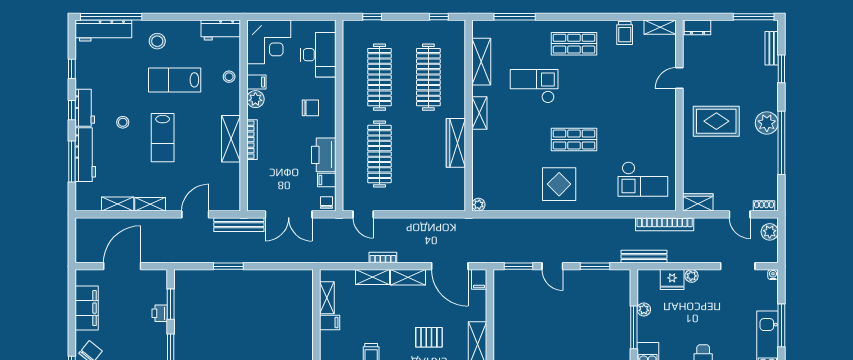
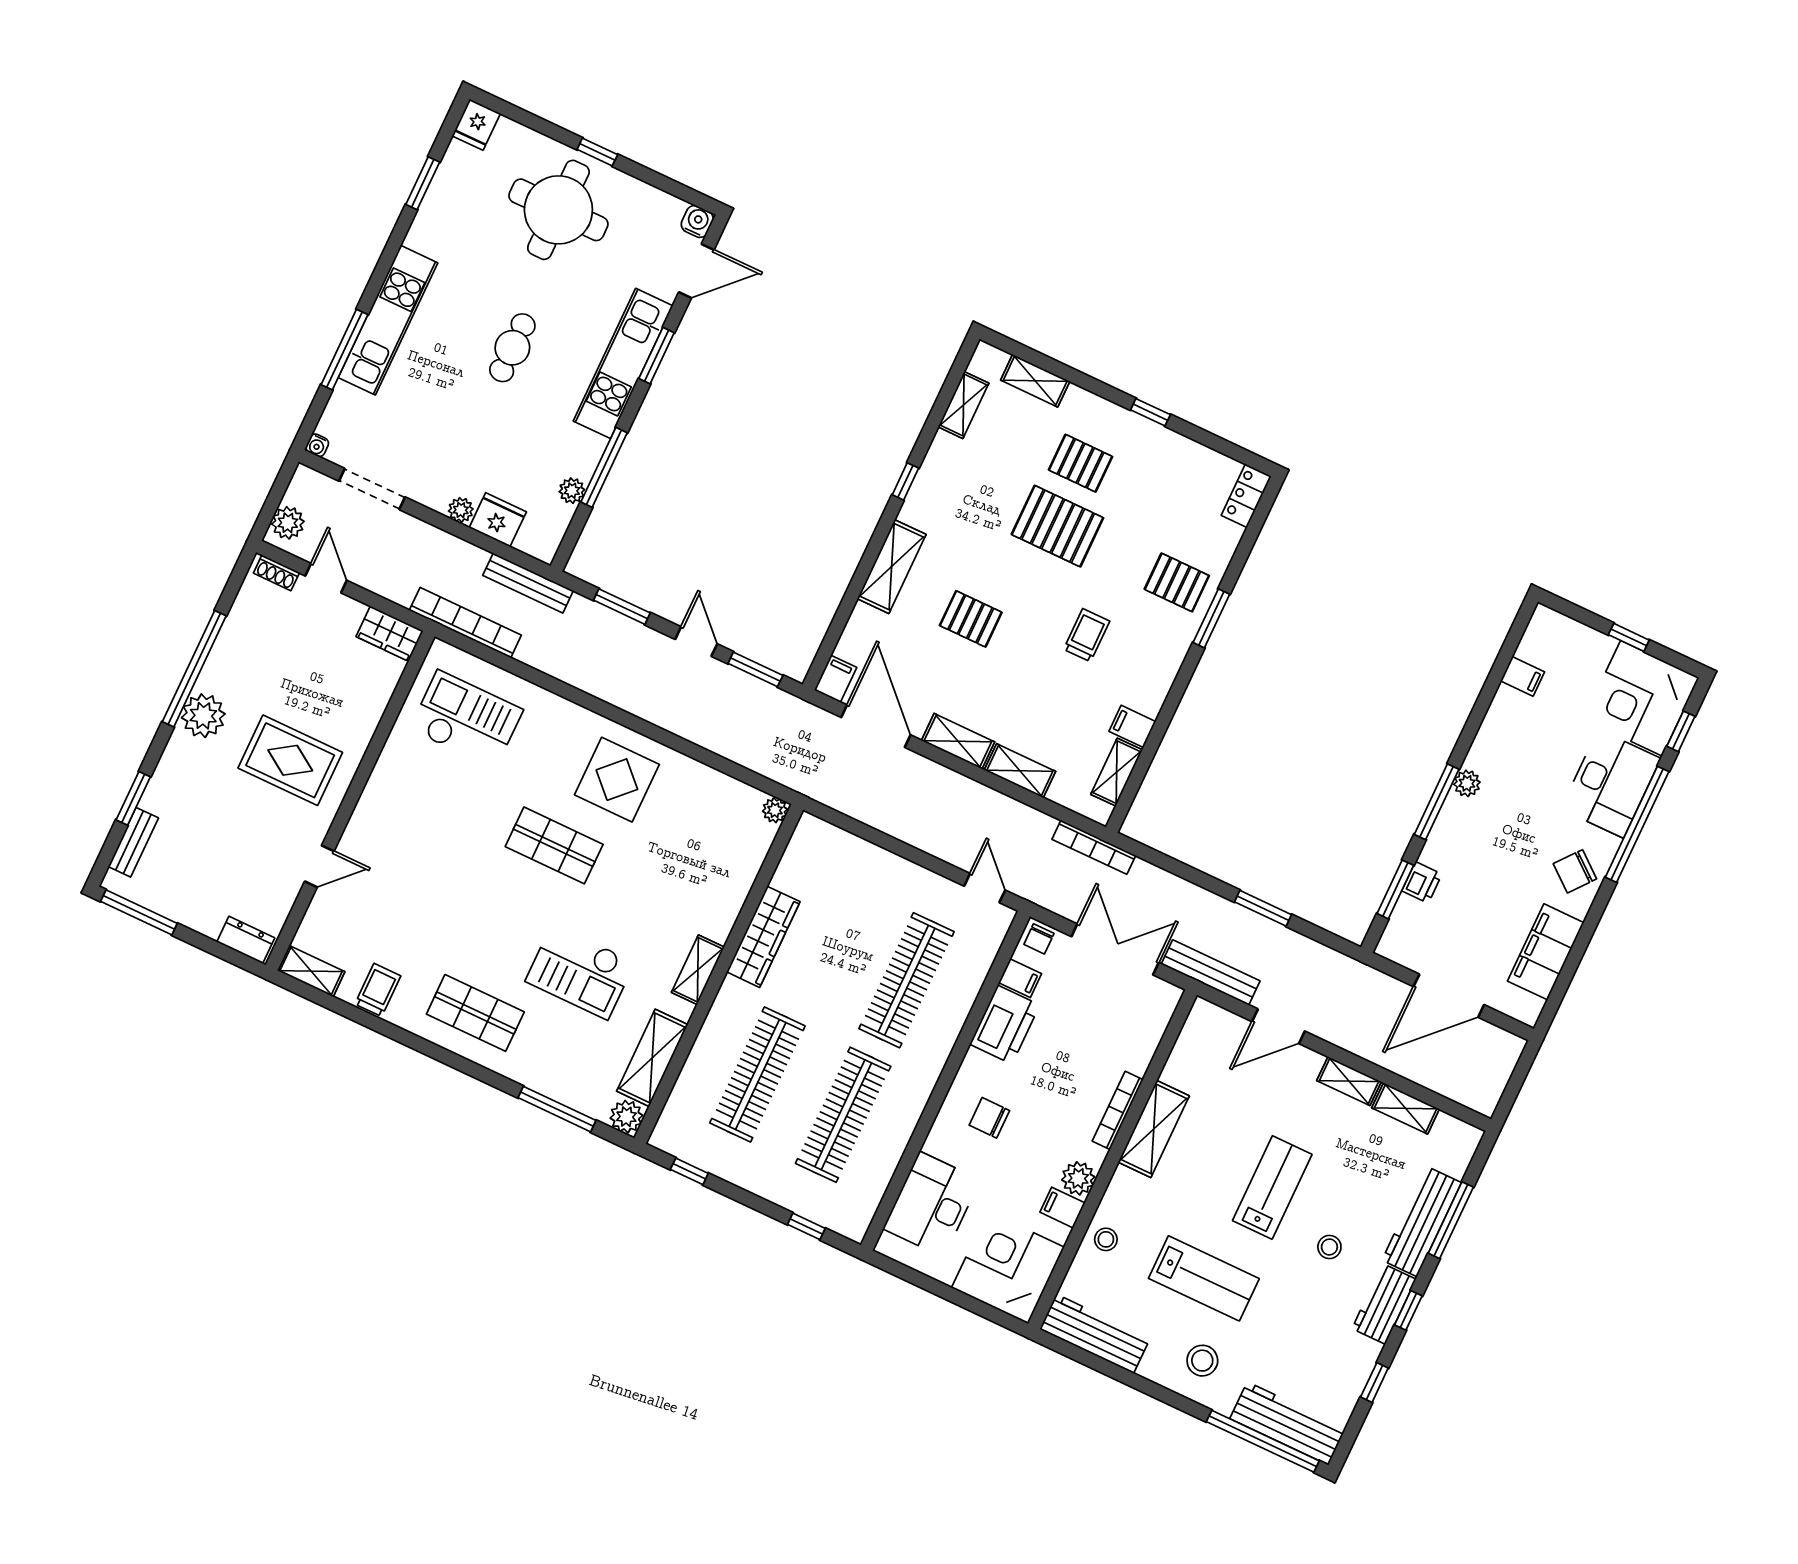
plant: (480, 28) -> (626, 1117), added
workbench: (221, 30) -> (1095, 1334), width x1.38
bookcase: (383, 257) -> (1094, 847), moved, width x1.56

